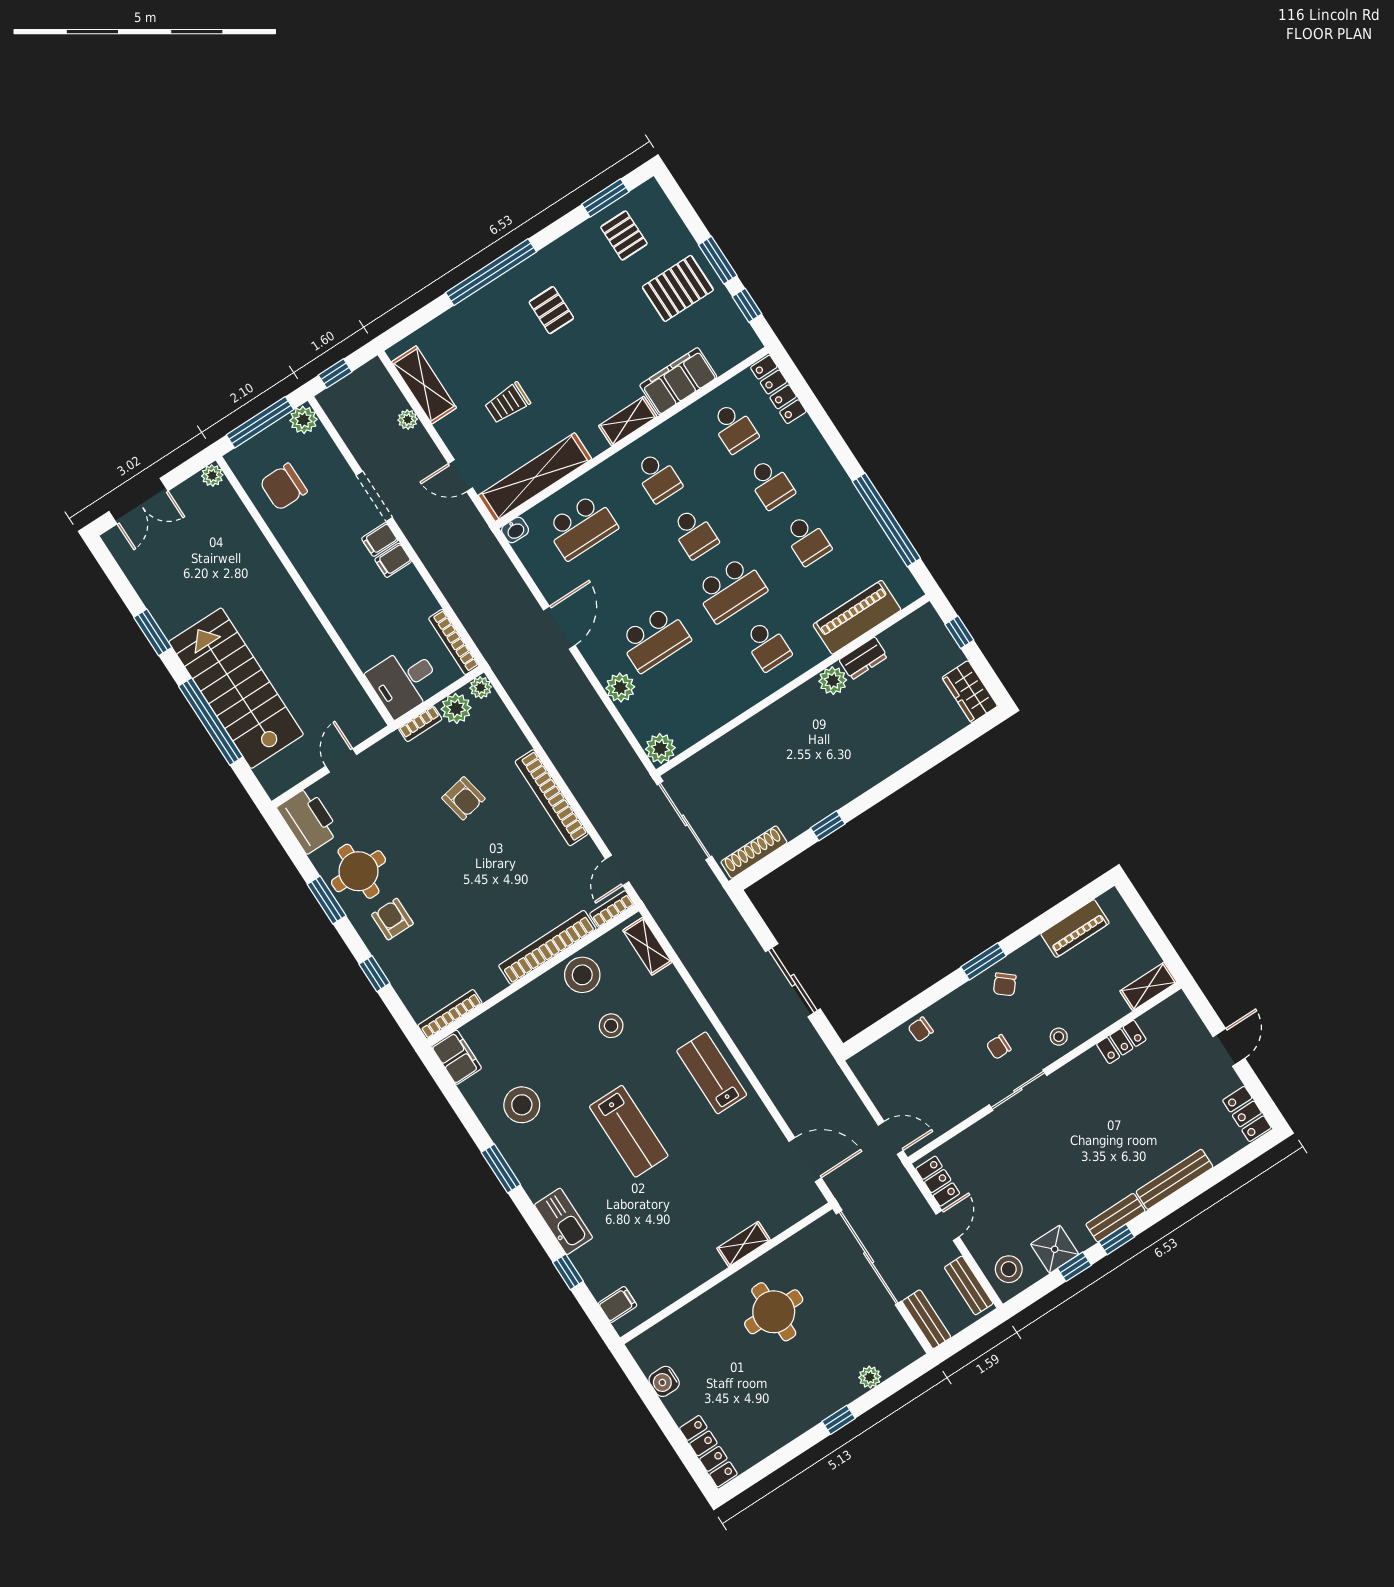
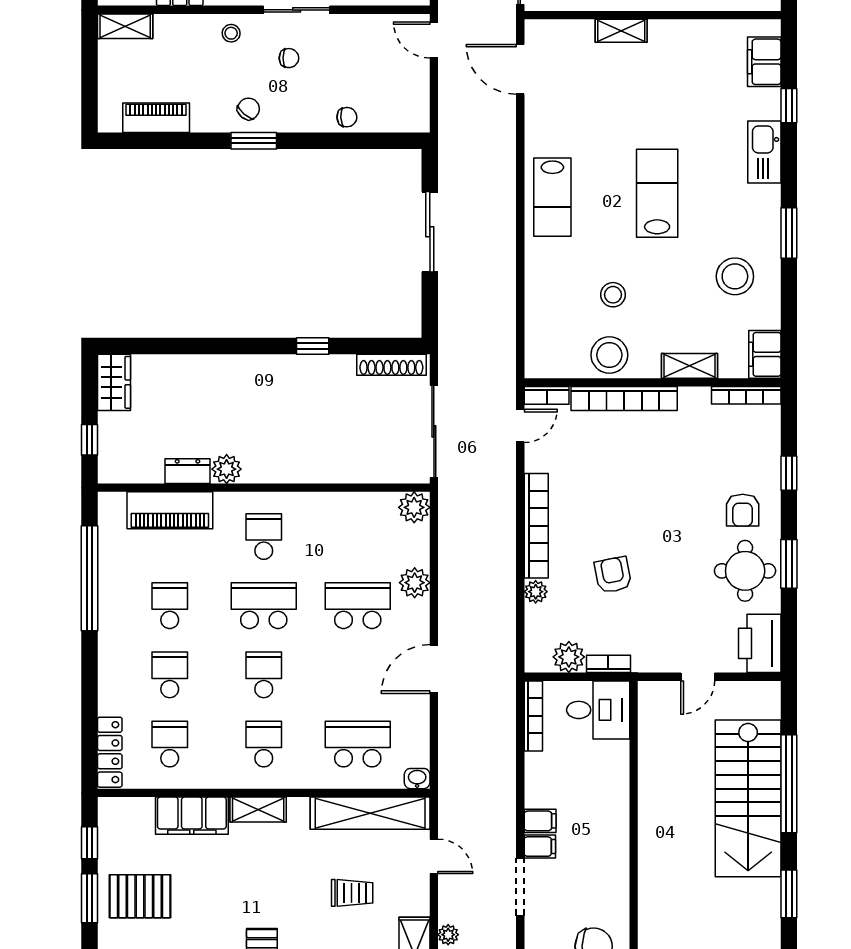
plant: (481, 688) -> (536, 592), moved
shelving: (647, 946) -> (690, 366), moved, turned 90
filing cabinet: (618, 1304) -> (764, 62), width x2.00

